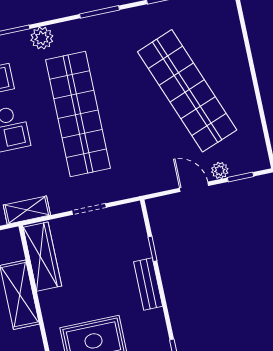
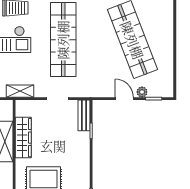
wardrobe: (42, 257) -> (23, 138), moved
bench: (148, 284) -> (84, 115), moved

